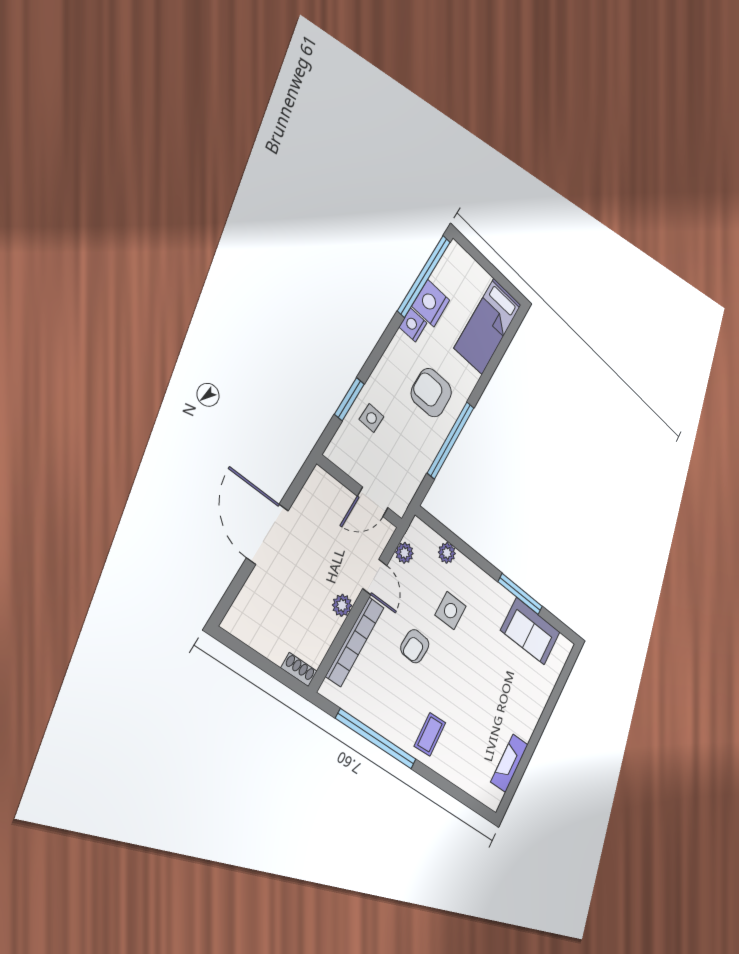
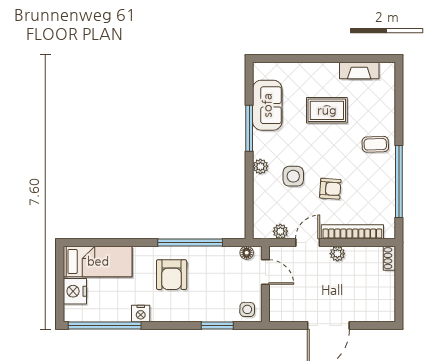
nightstand: (431, 303) -> (75, 291), moved, turned 90
side table: (372, 418) -> (247, 309), moved
floor lamp: (405, 496) -> (247, 253), added
plant: (447, 553) -> (260, 166), moved
rug: (492, 697) -> (327, 110), added

